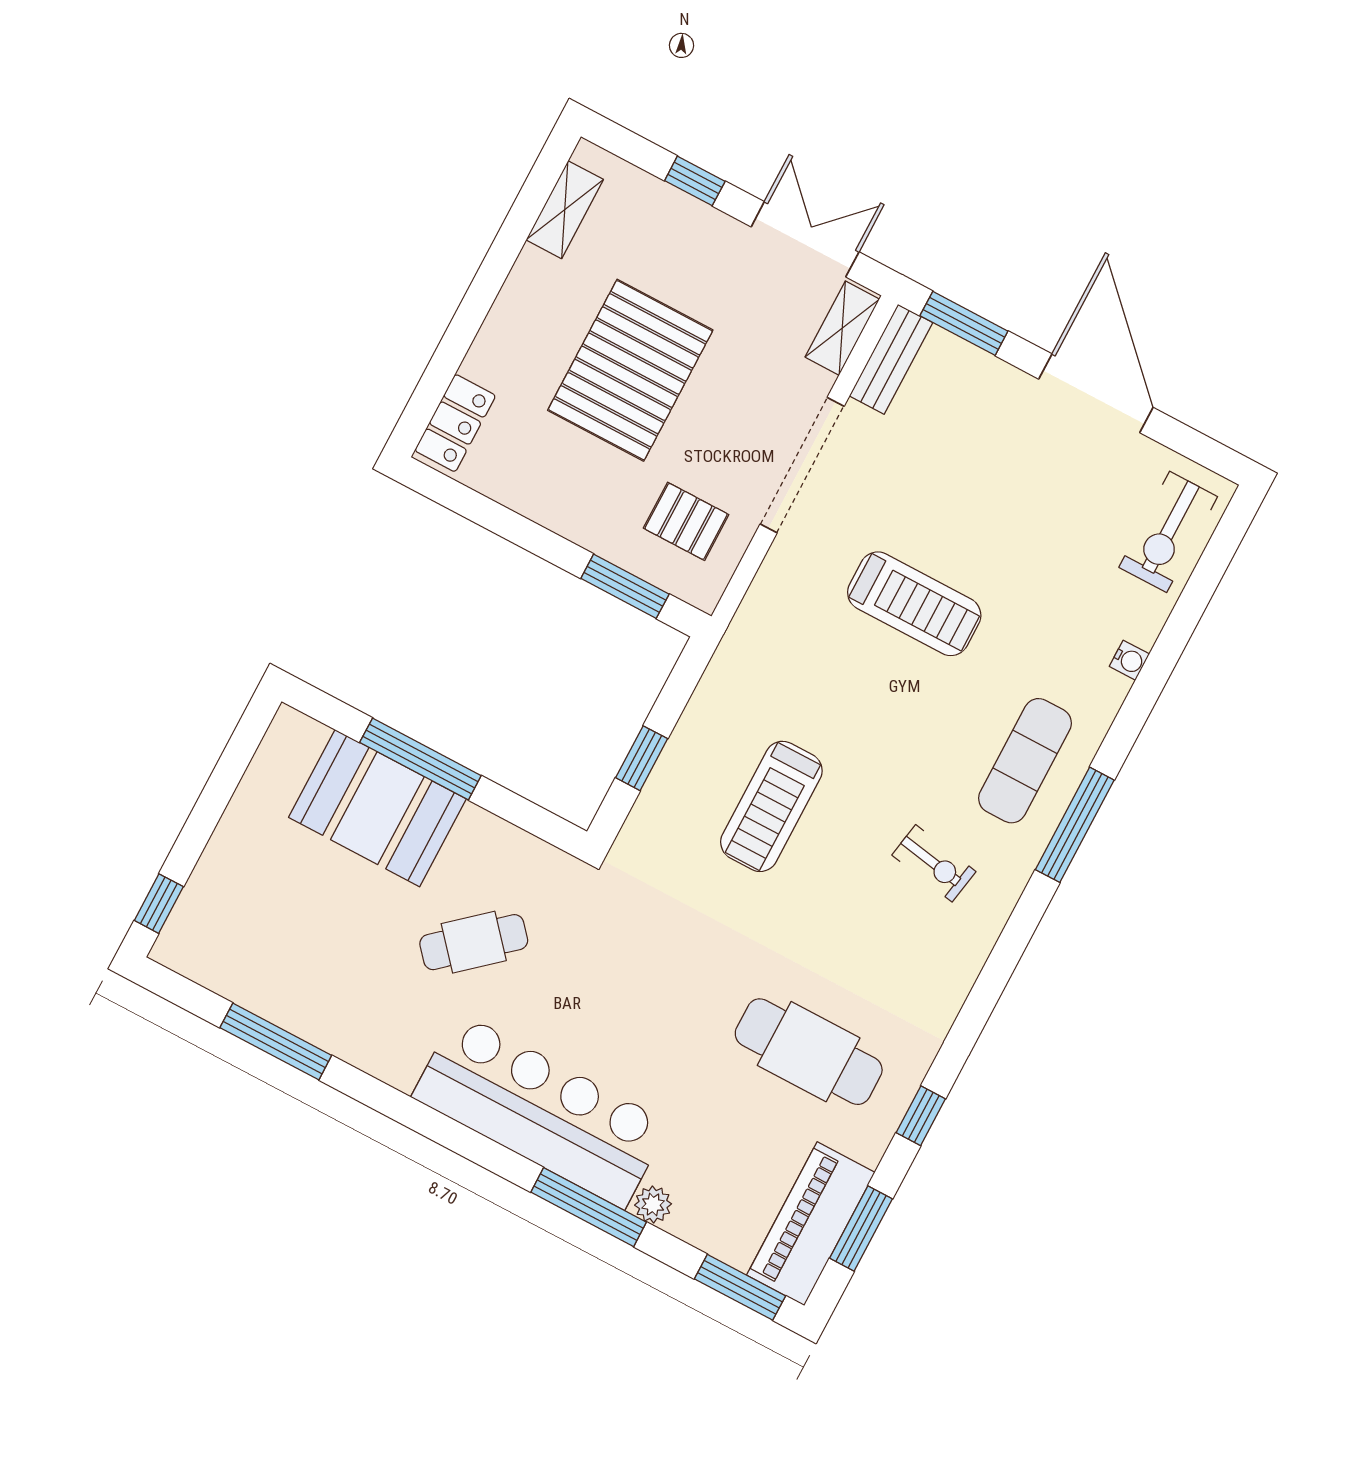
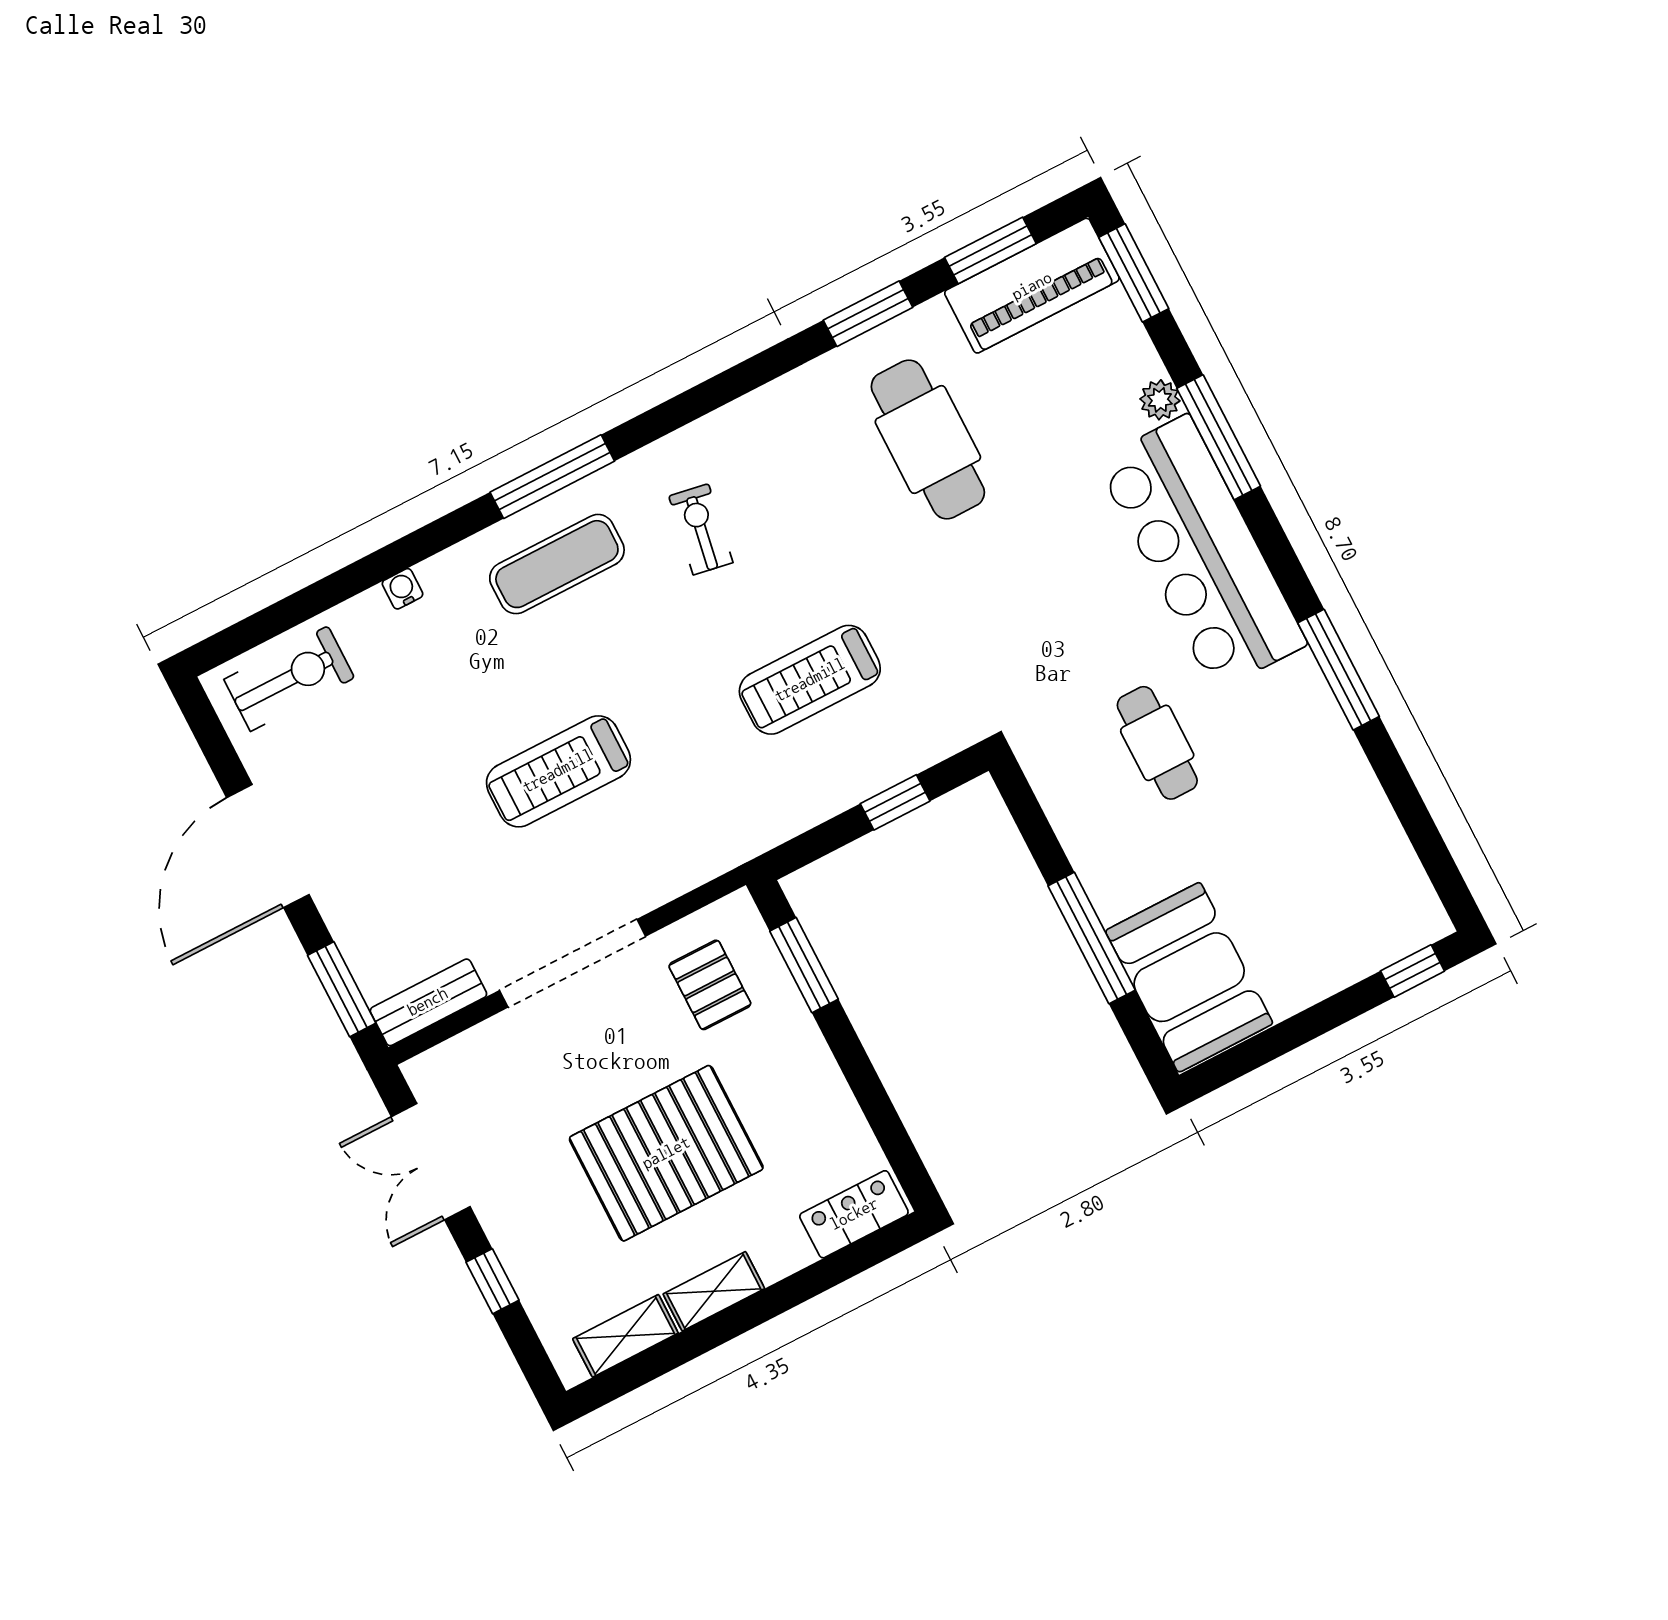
shelving: (842, 328) -> (714, 1291), moved
treadmill: (914, 604) -> (558, 771), turned -90
treadmill: (771, 806) -> (810, 680), turned 180
booth: (377, 808) -> (1189, 977), moved
cafe table: (474, 942) -> (1157, 743), turned 41
window: (276, 1042) -> (1339, 670), moved
window: (921, 1116) -> (868, 314), width x1.50

